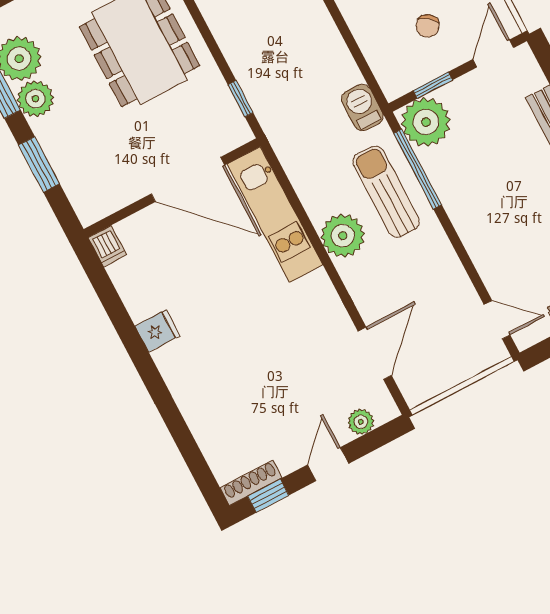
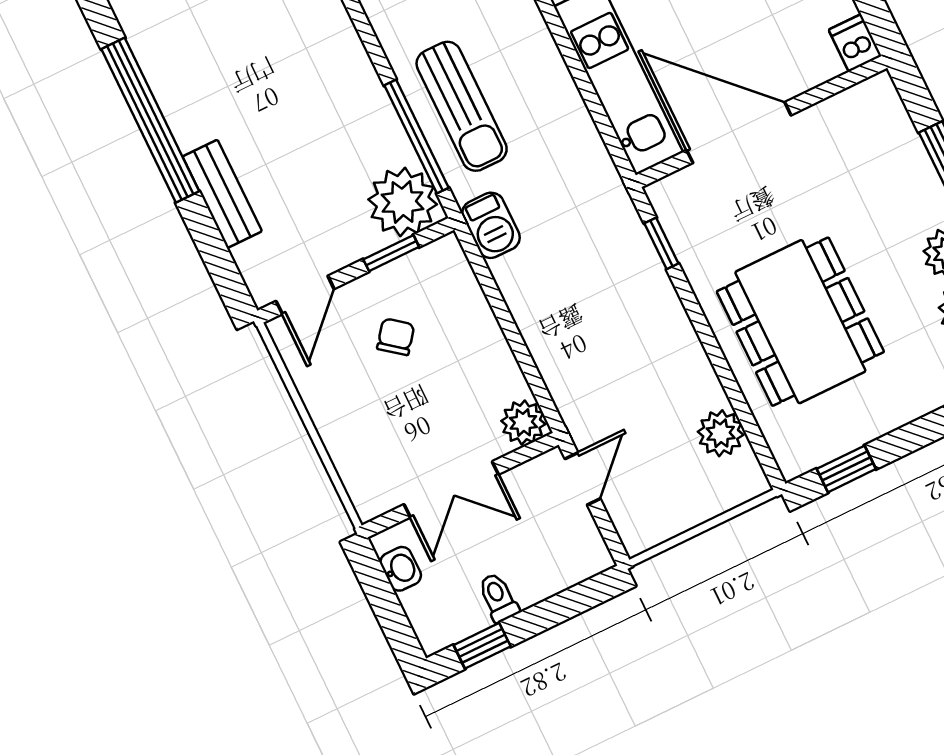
plant: (343, 236) -> (524, 47), removed

